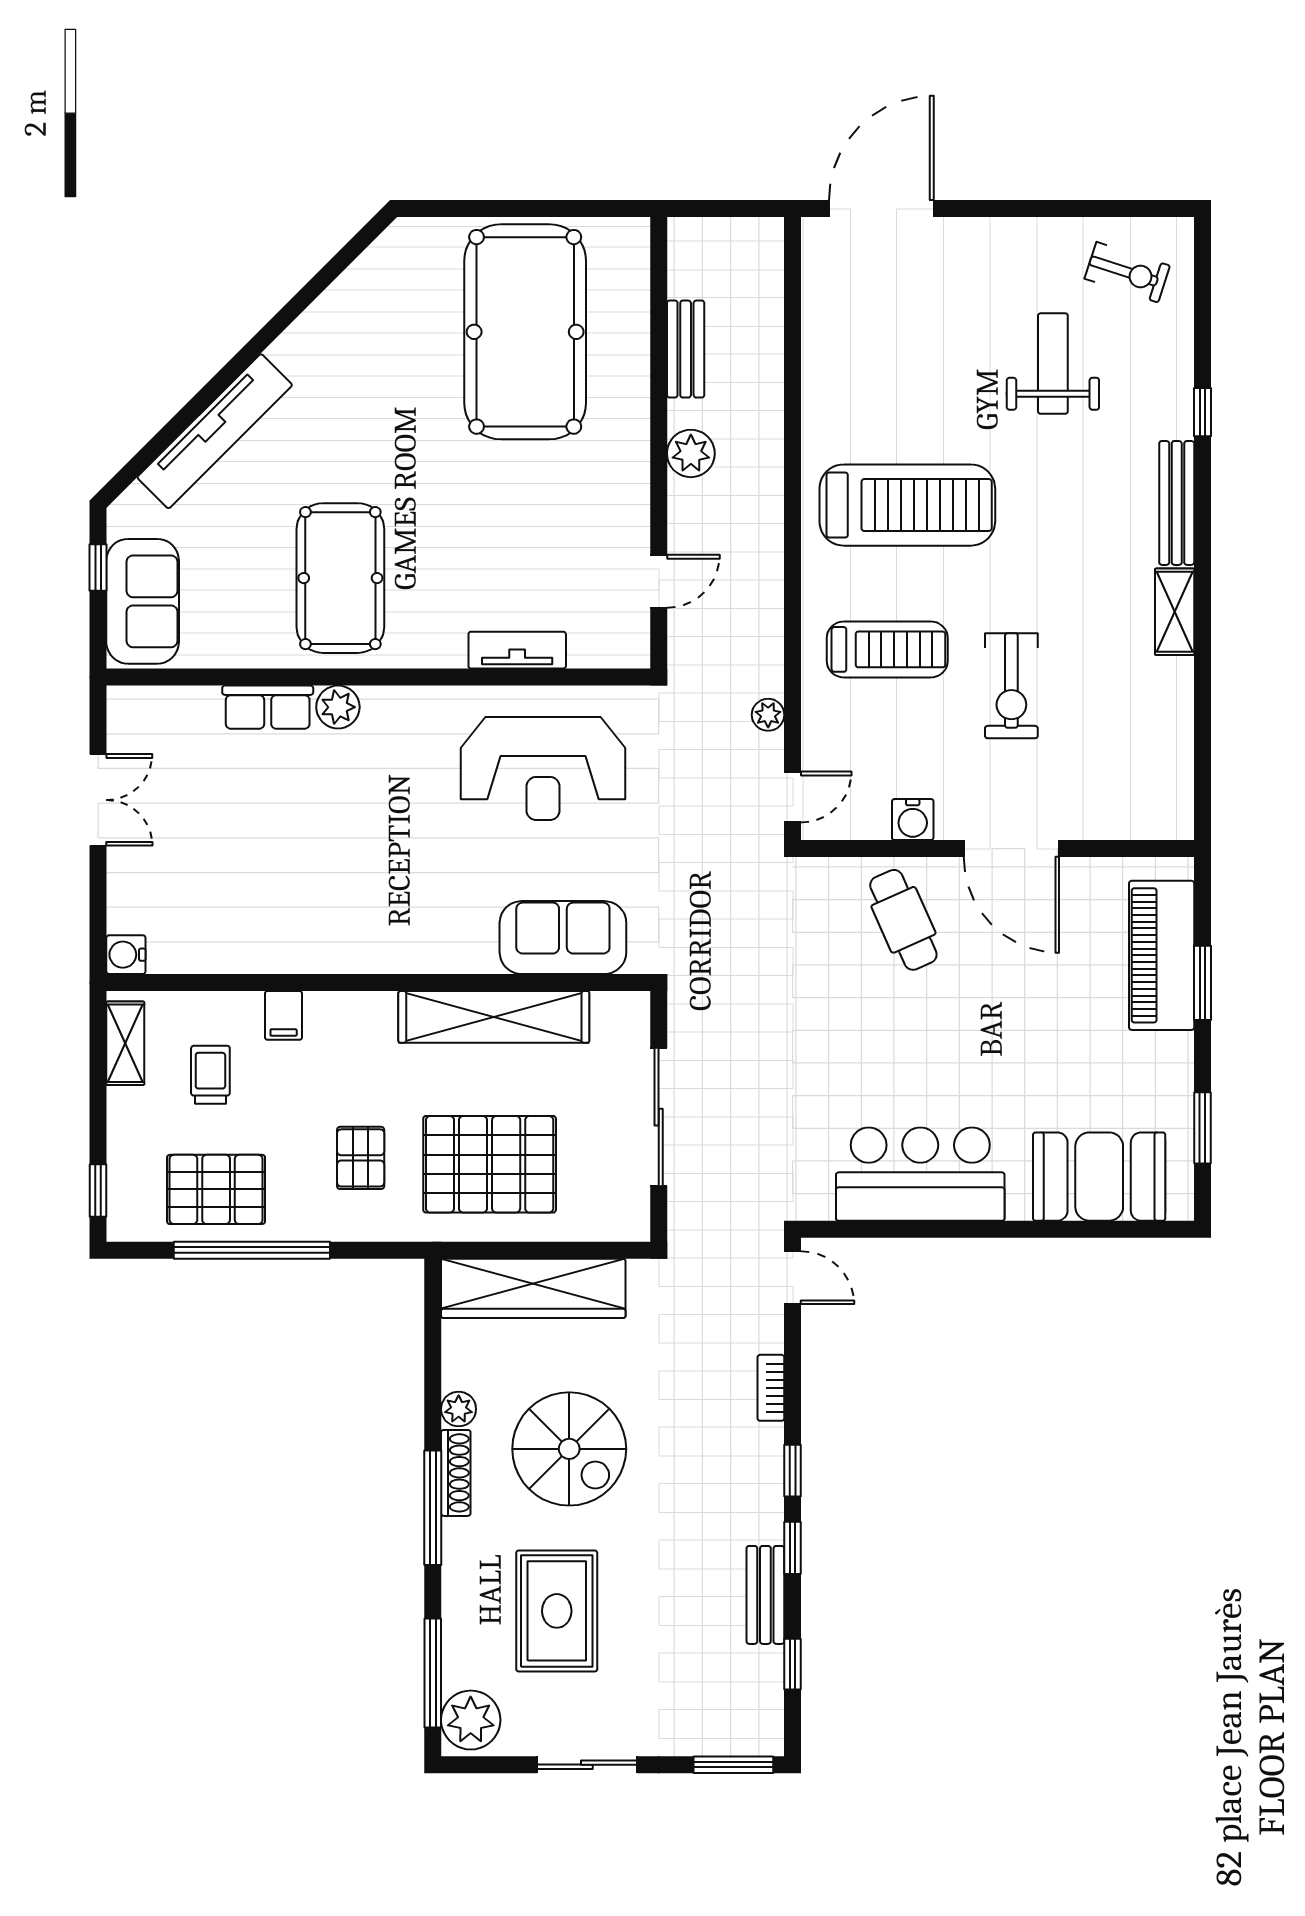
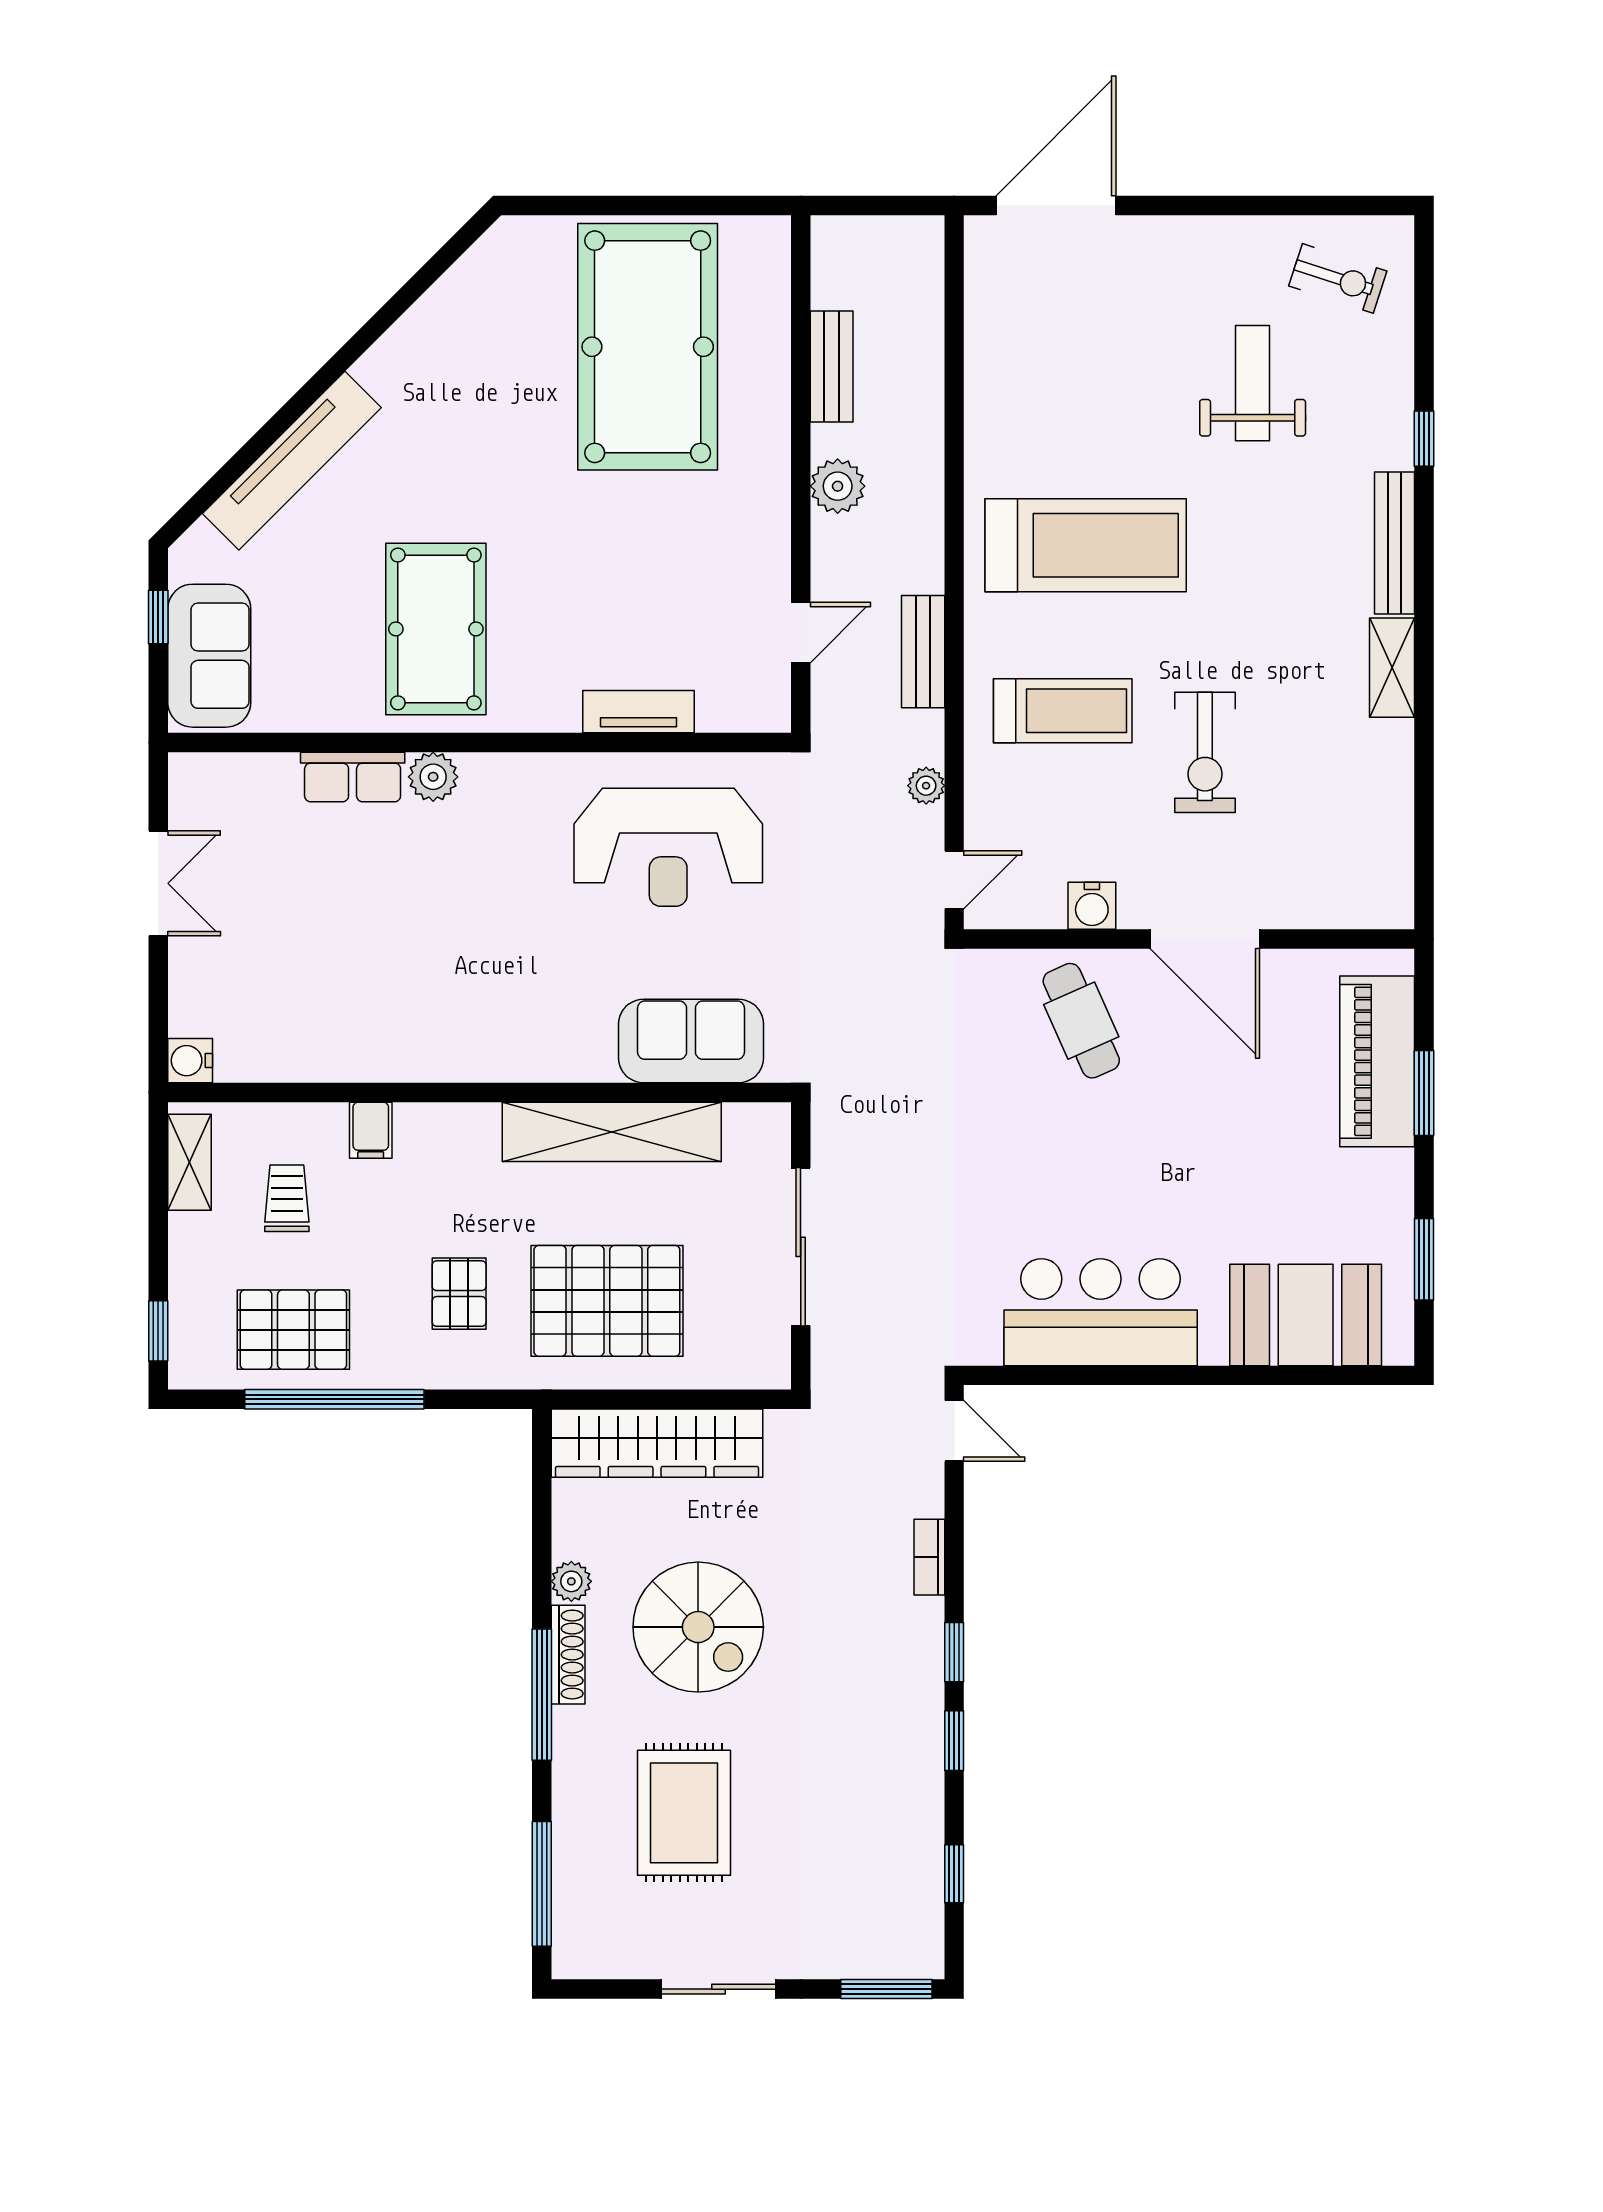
bench: (765, 1595) -> (923, 652), moved
plant: (471, 1720) -> (585, 1938), removed

